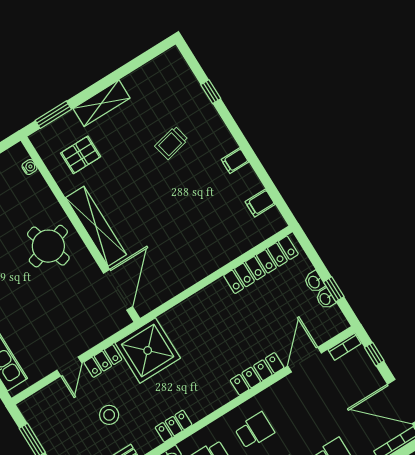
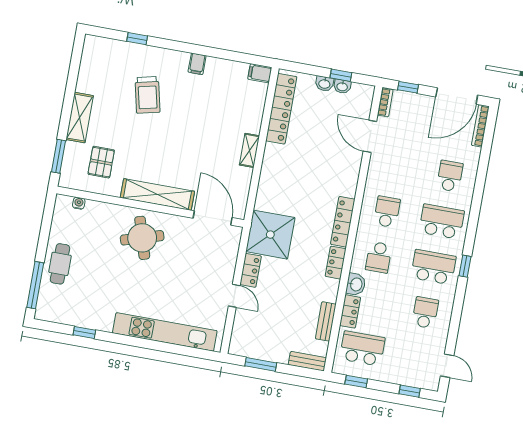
trolley: (172, 143) -> (147, 95), width x1.36, depth x1.39
filing cabinet: (260, 203) -> (260, 73), moved, turned 90
shelving: (202, 270) -> (249, 150), added
locker: (257, 374) -> (343, 222), moved
stool: (109, 415) -> (290, 298), removed

